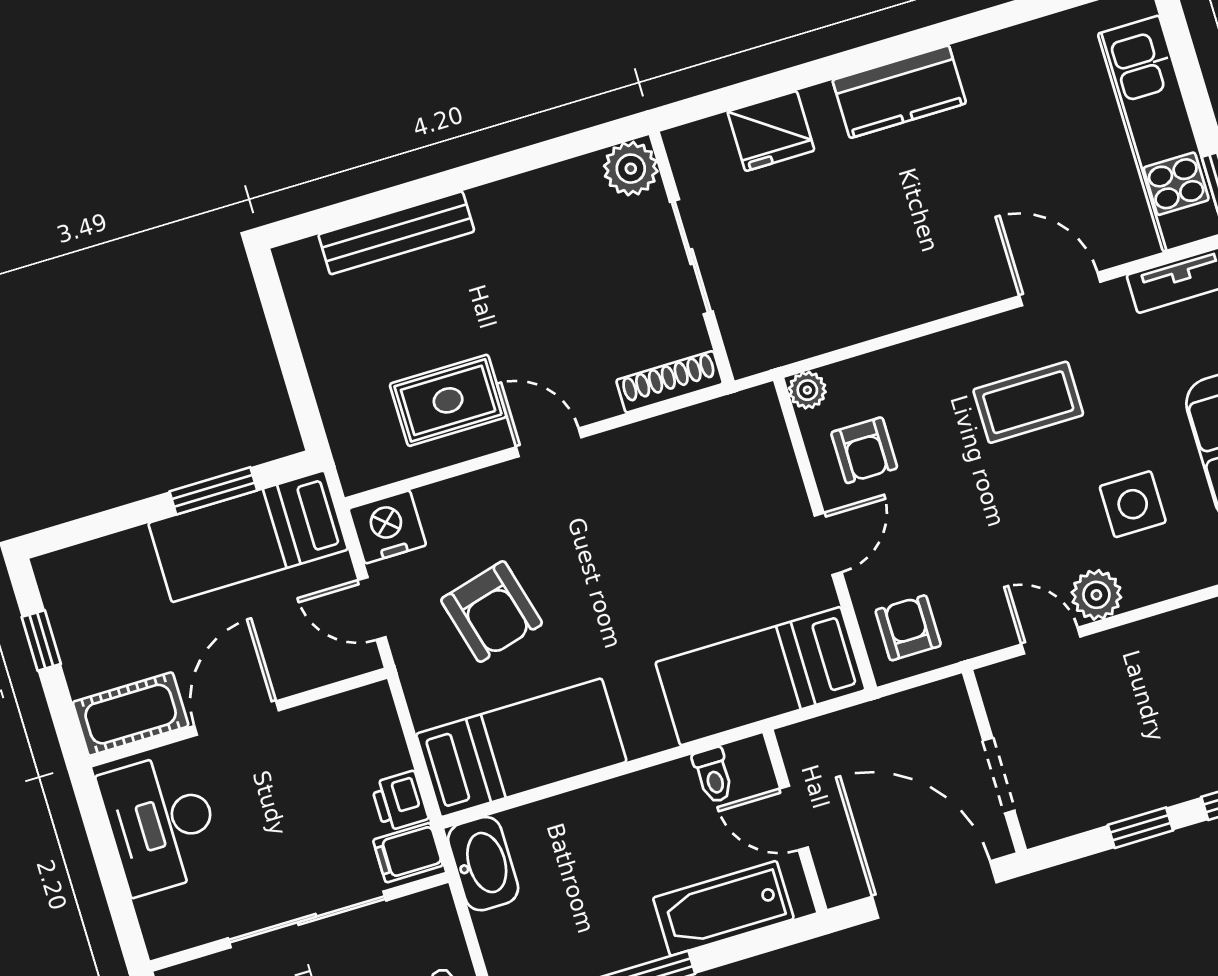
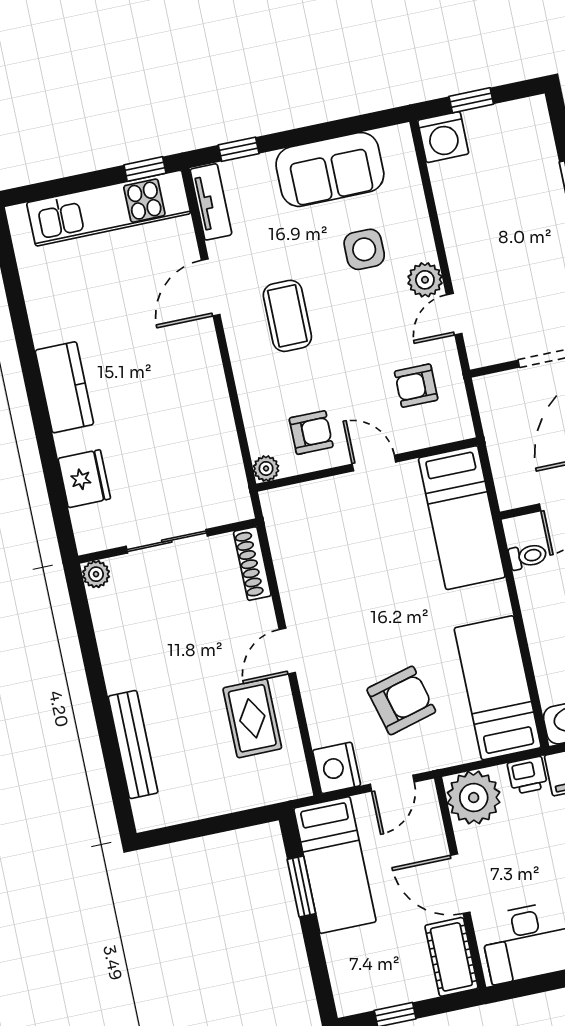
plant: (631, 169) -> (96, 574), width x0.73, depth x0.73
armchair: (908, 628) -> (416, 386), moved
plant: (361, 727) -> (474, 798), added

